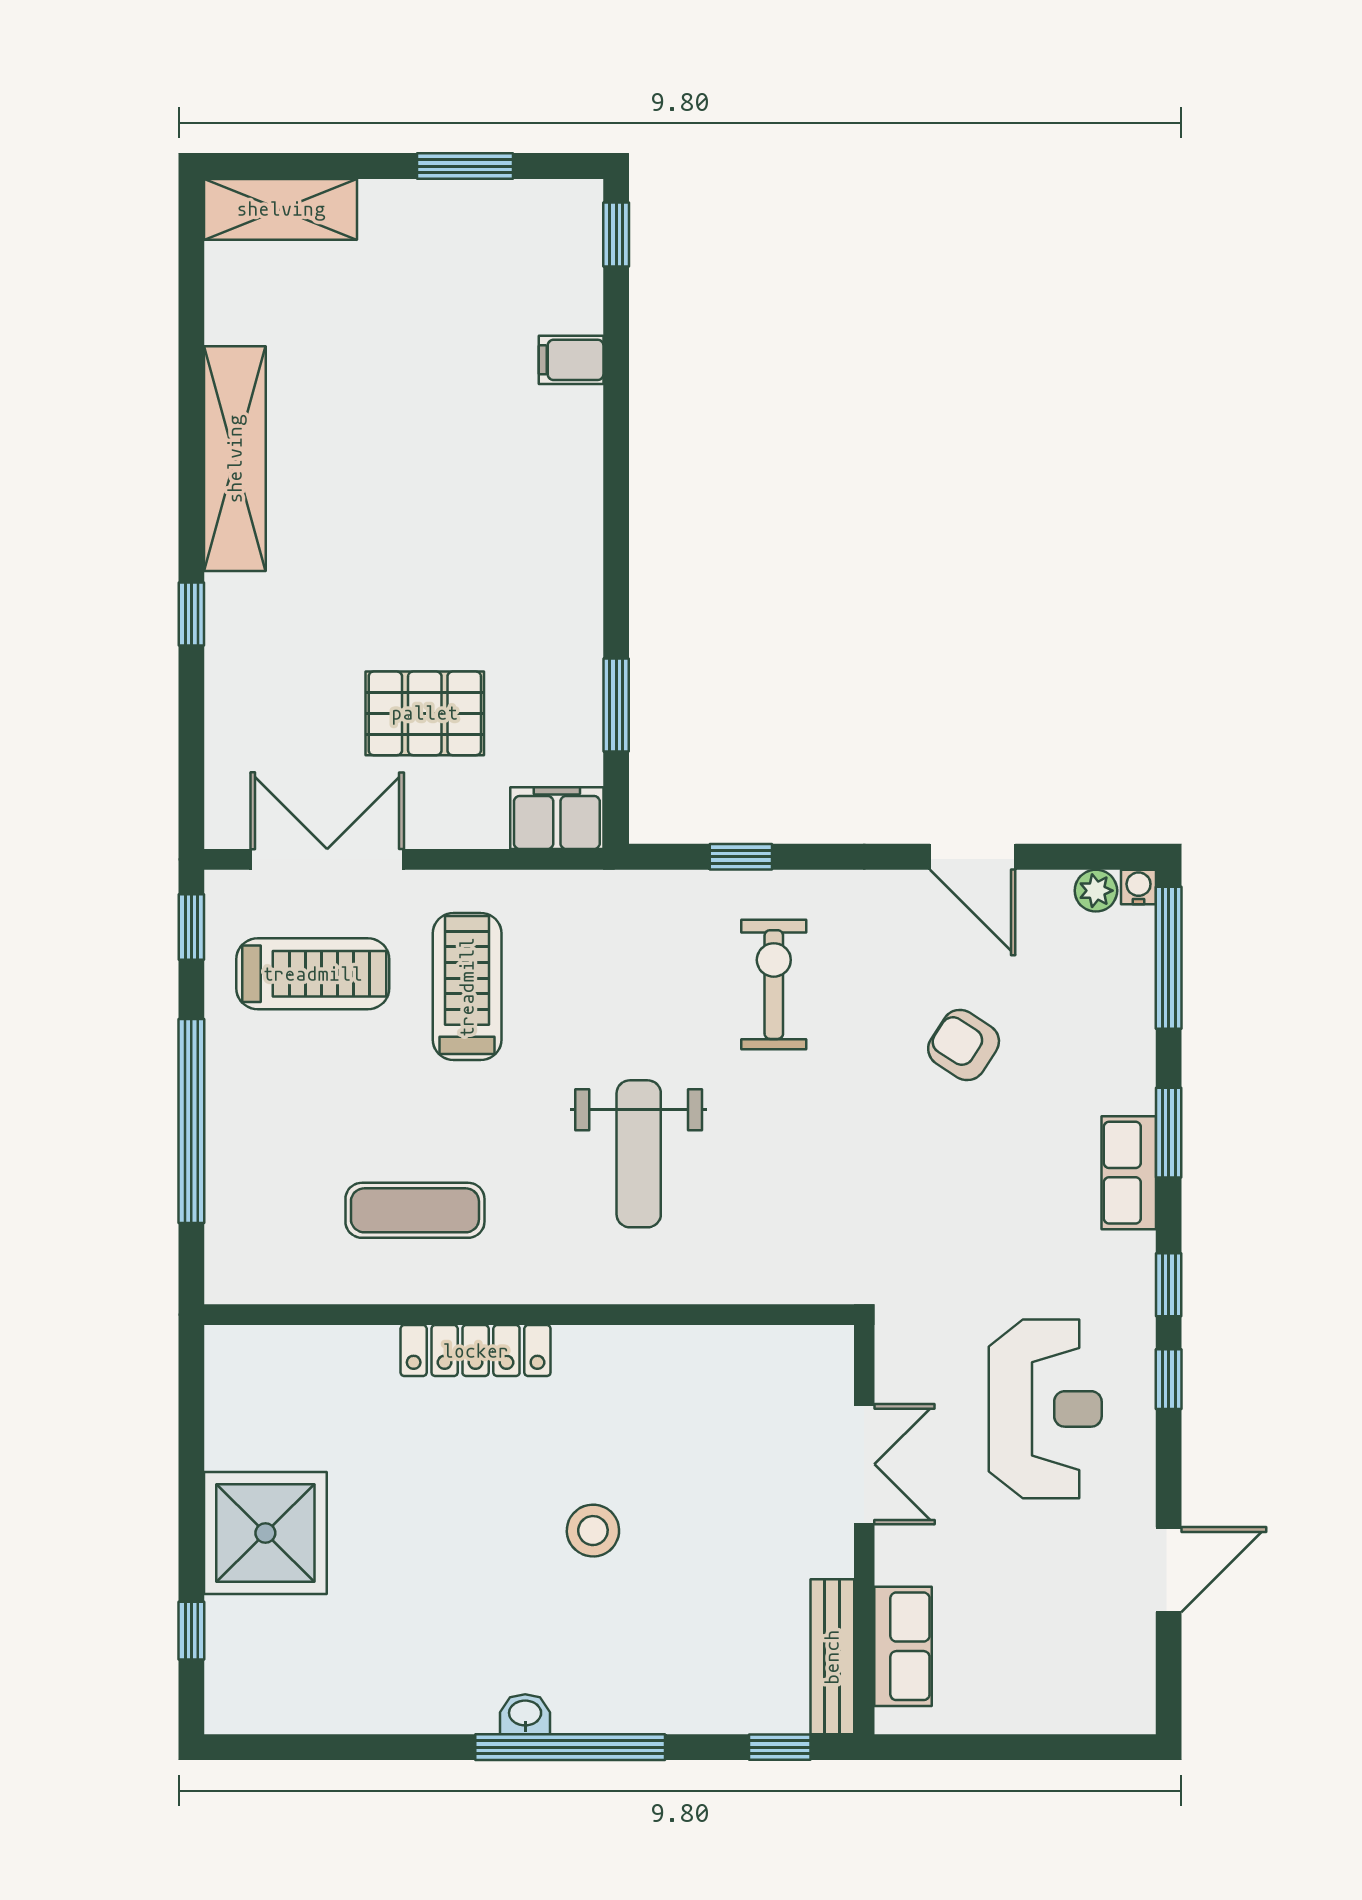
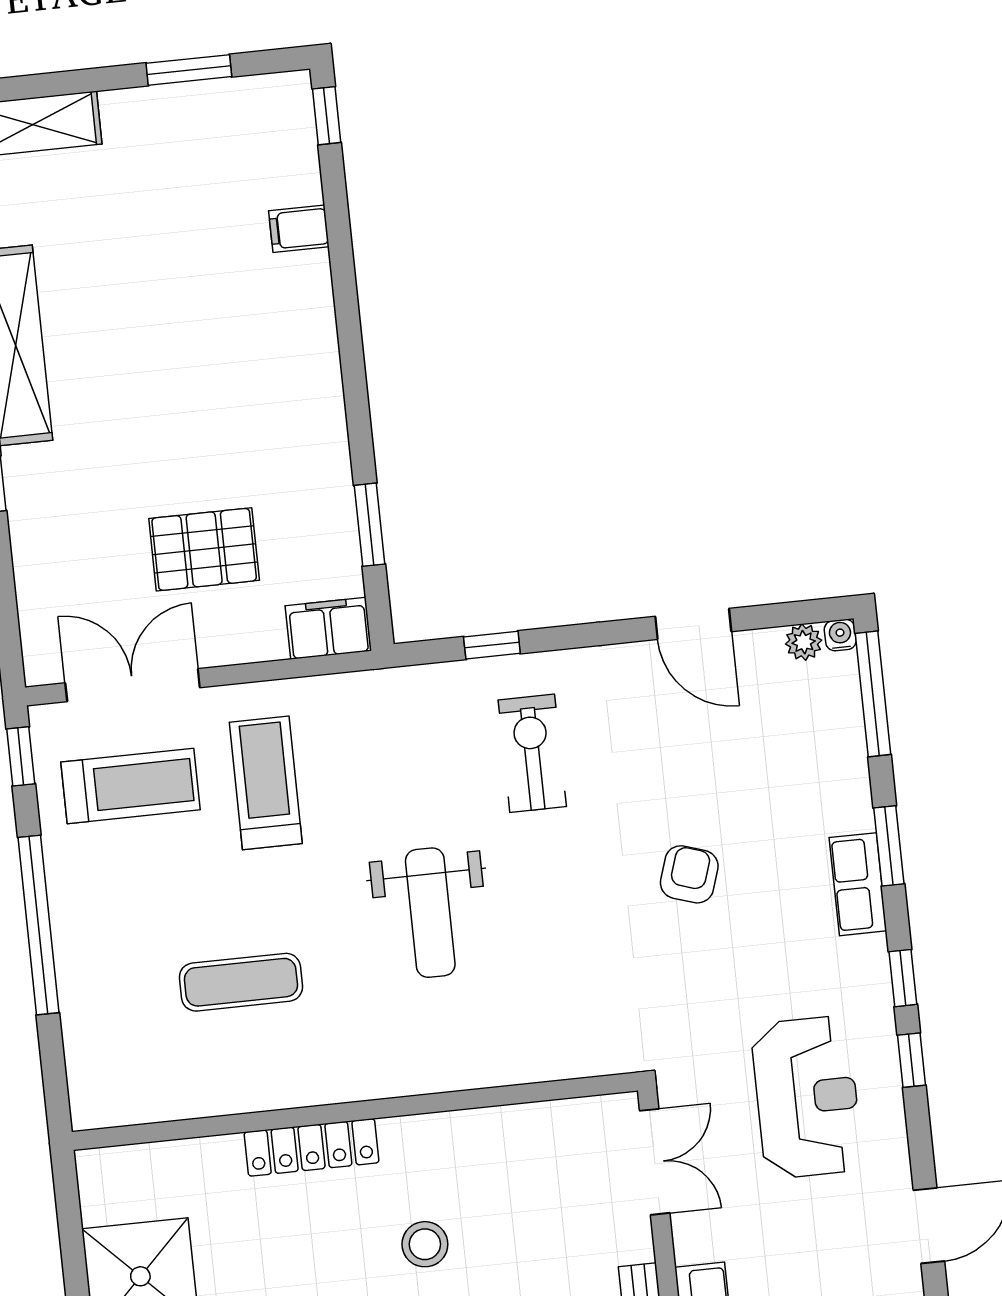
armchair: (964, 1045) -> (689, 874), moved, turned 75
wall: (529, 1315) -> (355, 1111), moved
locker: (476, 1351) -> (312, 1147), moved

